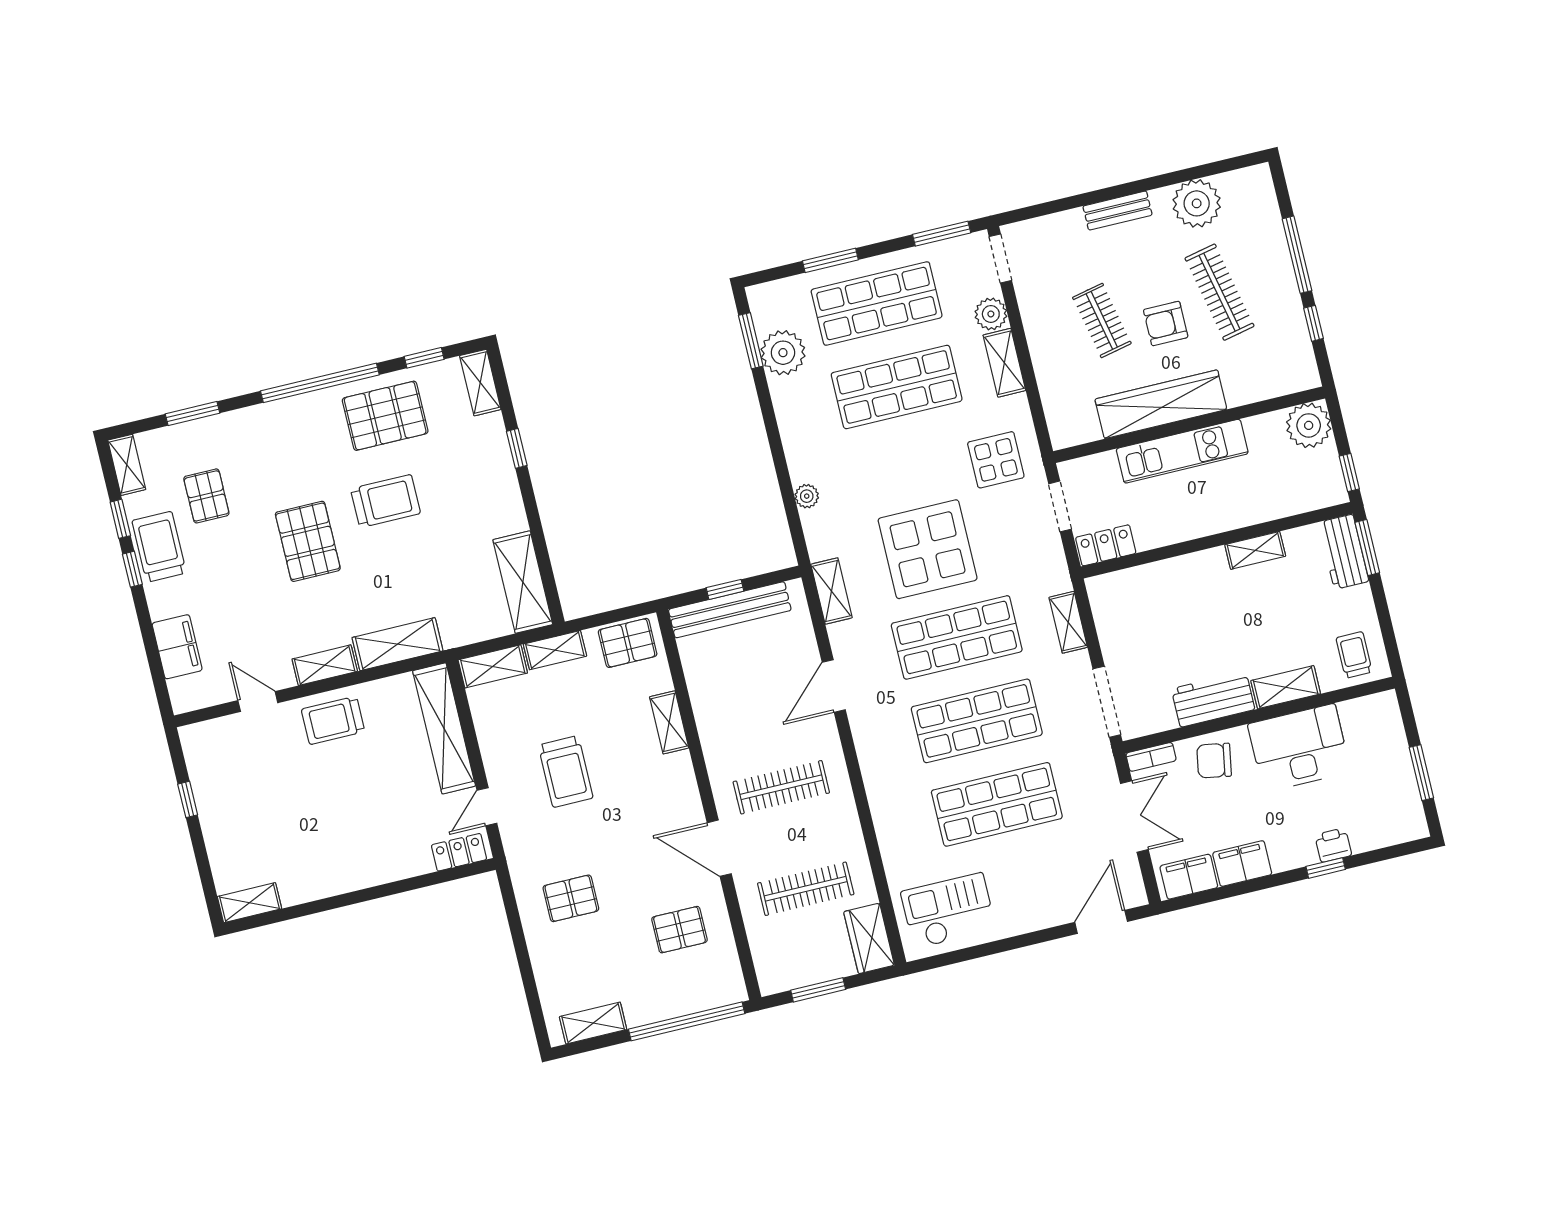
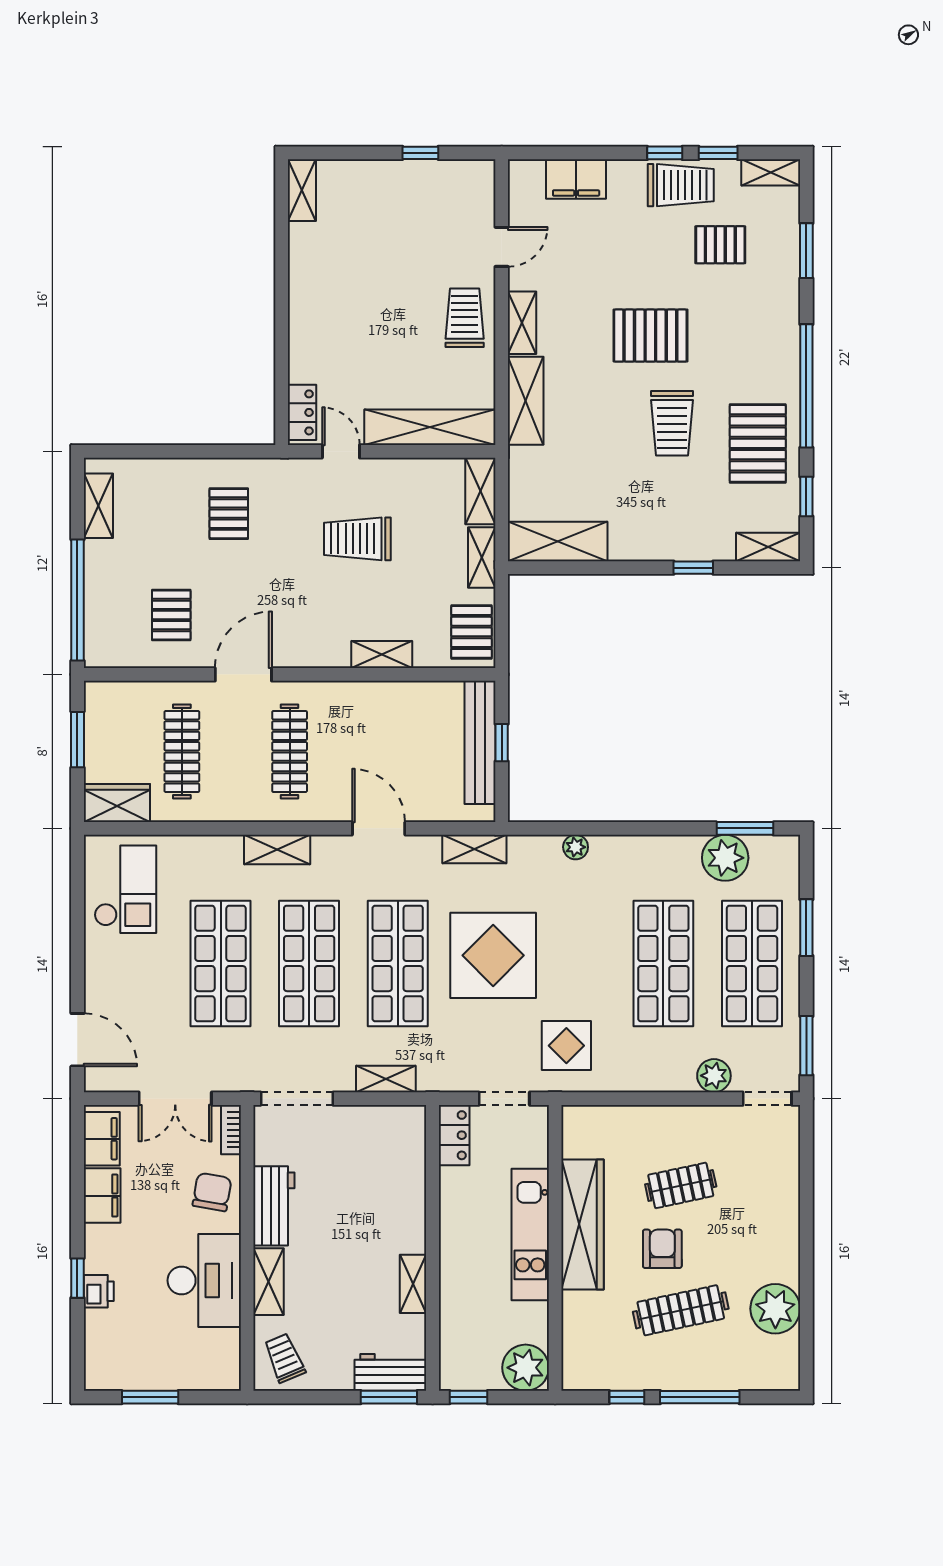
bench: (1118, 211) -> (787, 1228), removed
shelving: (1004, 363) -> (277, 850), moved
trolley: (1354, 655) -> (284, 1358), turned -113

